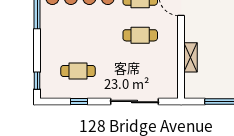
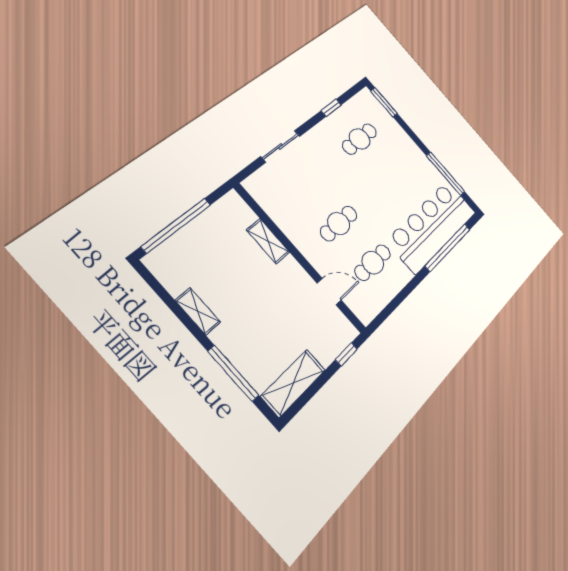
window: (37, 81) -> (384, 102), width x1.50
sliding door: (135, 102) -> (280, 146), width x0.73

